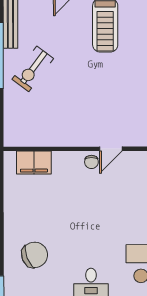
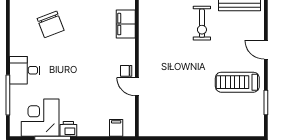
exercise bike: (33, 69) -> (202, 23), turned -127

